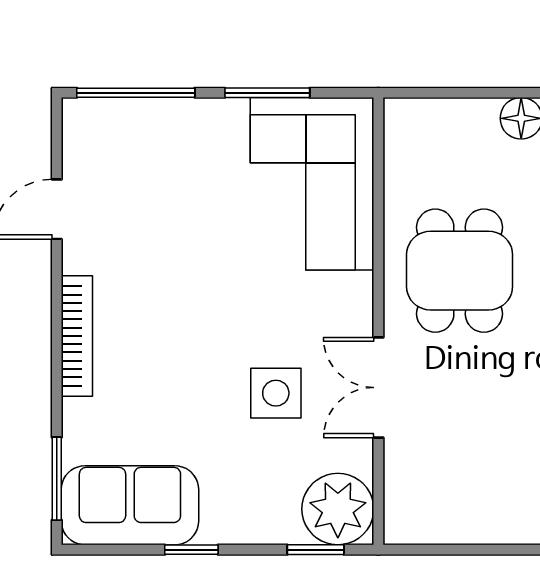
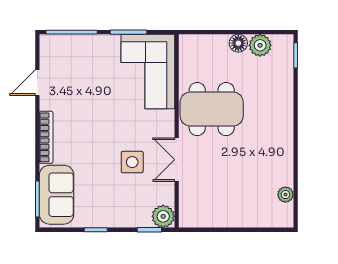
dining table: (460, 271) -> (212, 109), width x1.37
sofa: (130, 505) -> (57, 195), moved, turned 90
plant: (338, 509) -> (163, 216), width x0.73, depth x0.73

